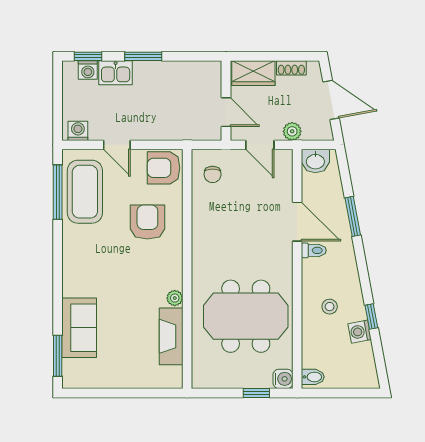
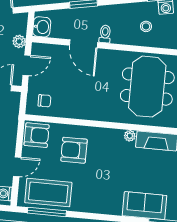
armchair: (164, 168) -> (37, 135), turned -90
door: (297, 222) -> (83, 44), swing flipped

